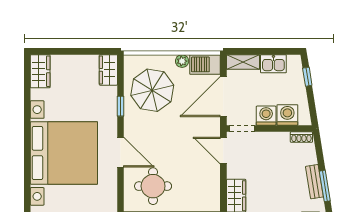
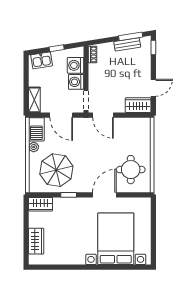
kitchen sink: (273, 64) -> (42, 60), moved, turned 81
wardrobe: (40, 71) -> (36, 241), moved, turned 90
window: (307, 77) -> (57, 48), moved
door: (223, 97) -> (61, 115), width x0.73
door: (223, 151) -> (103, 115), hinge flipped
bed with nightstands: (64, 153) -> (116, 239), width x0.73

